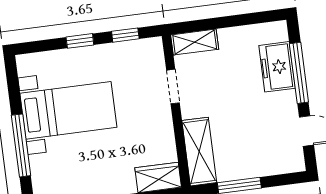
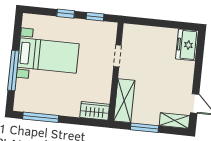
shelving: (195, 42) -> (174, 121), moved
freezer: (277, 67) -> (187, 45), moved
window: (299, 73) -> (198, 66), removed

